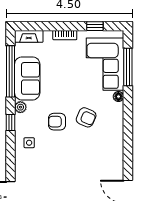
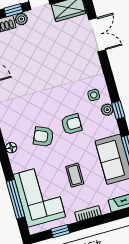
coffee table: (67, 74) -> (75, 175), added
floor lamp: (118, 97) -> (11, 148), moved
plant: (20, 107) -> (107, 110), moved

